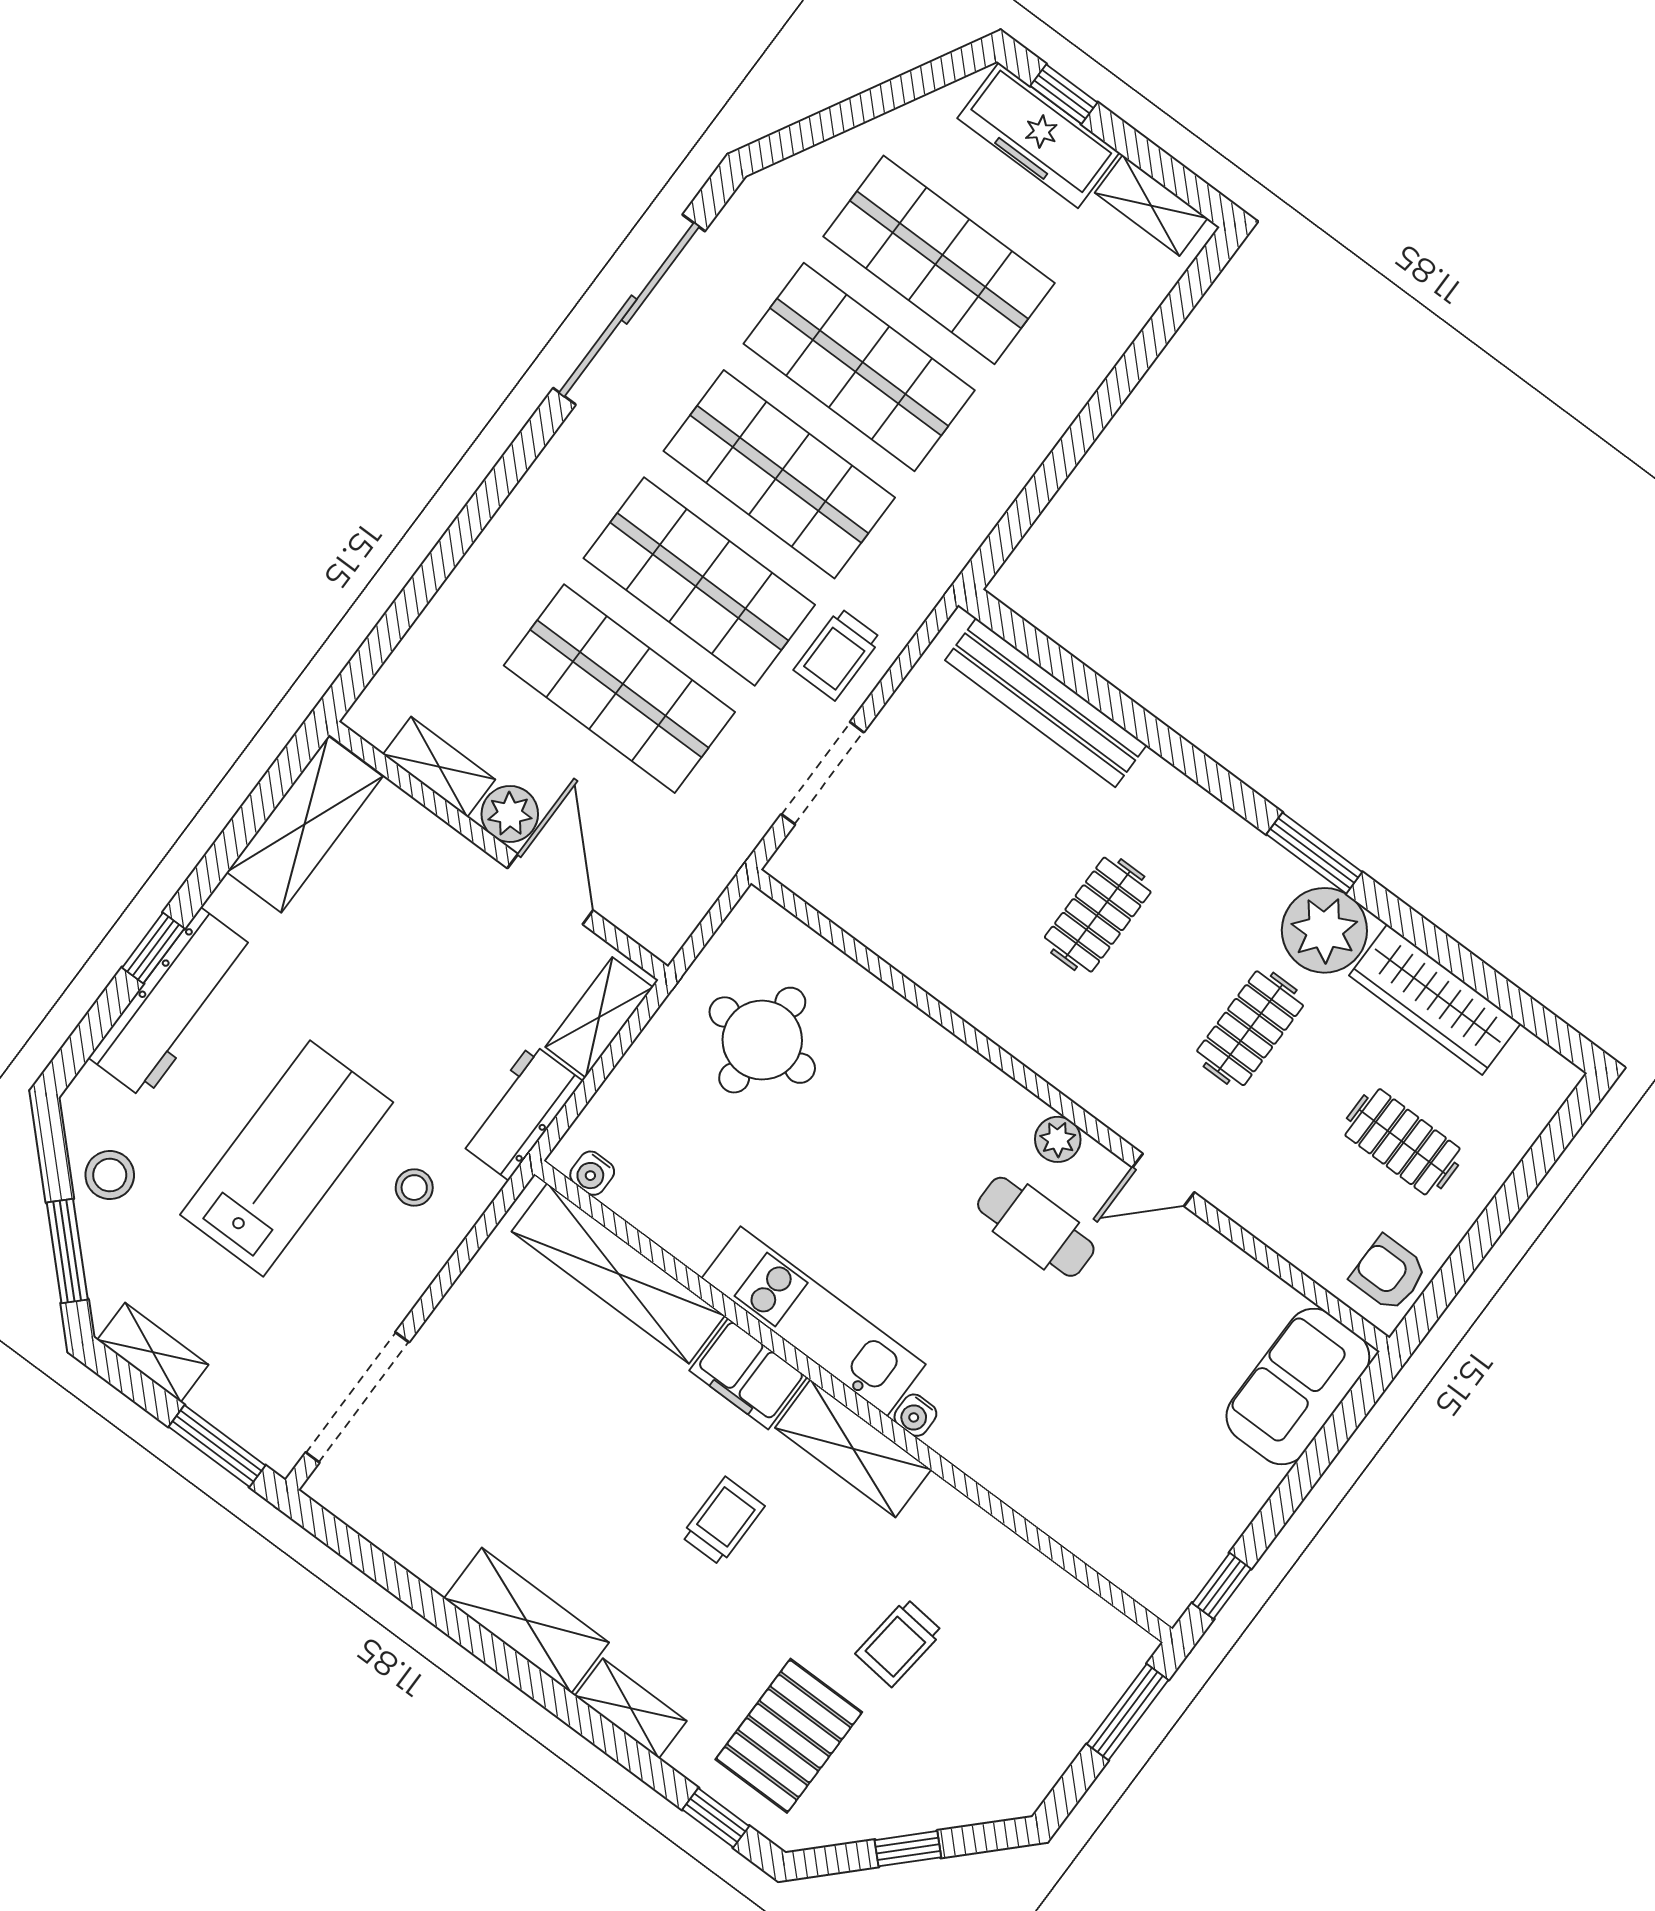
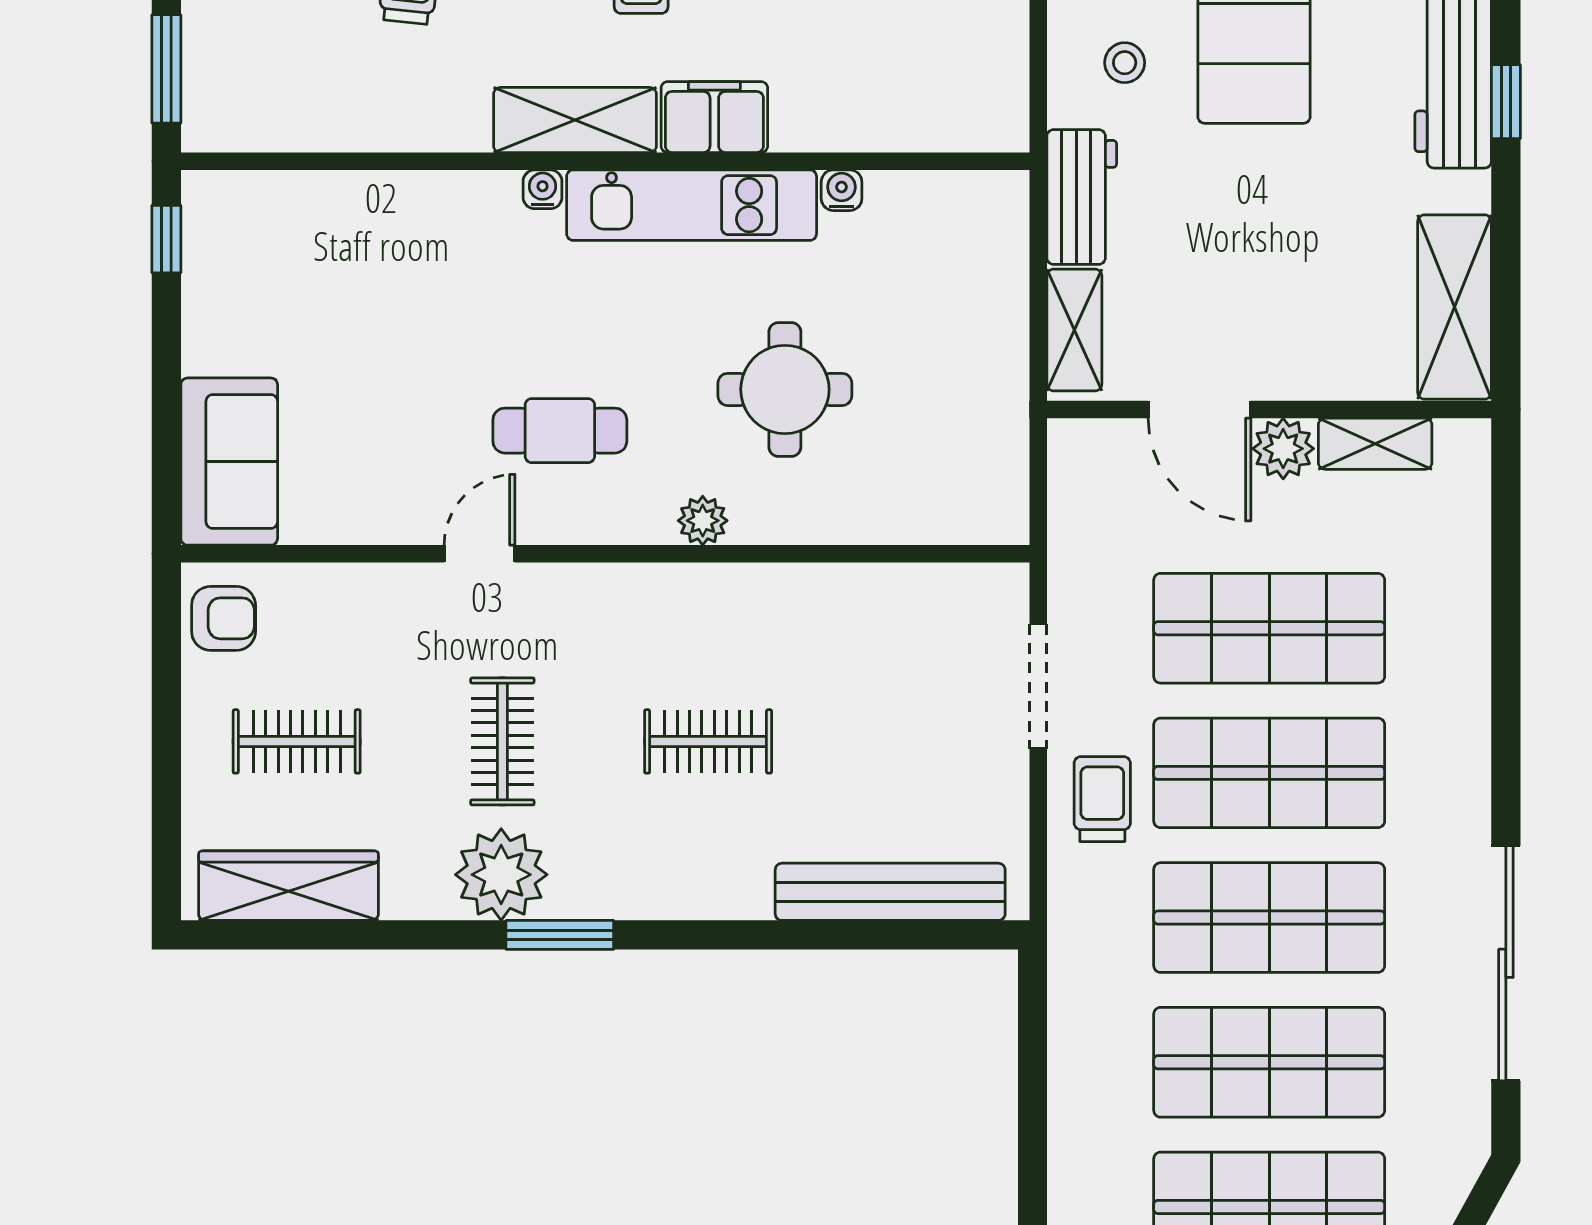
clothes rail: (1098, 915) -> (708, 741), turned 90
wardrobe: (1435, 1000) -> (288, 886), moved
round table: (762, 1040) -> (785, 389), moved
plant: (1058, 1139) -> (703, 521), moved
water cooler: (592, 1173) -> (842, 190), moved
shelving: (618, 1274) -> (892, 120), removed

